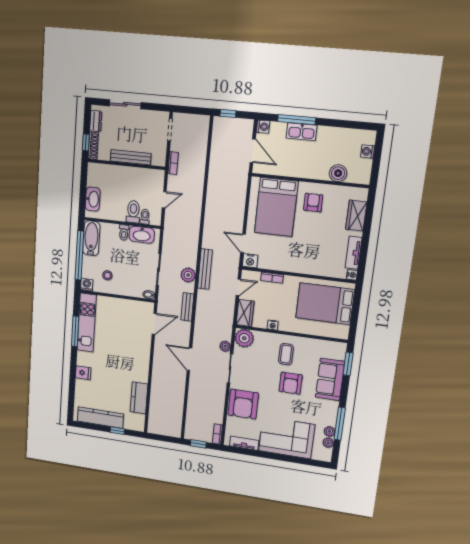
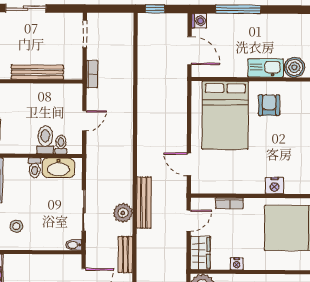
kitchen sink: (302, 132) -> (266, 68), moved, turned 180
nightstand: (250, 261) -> (275, 186), moved

